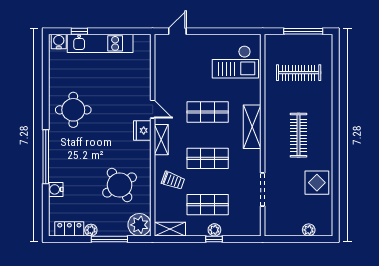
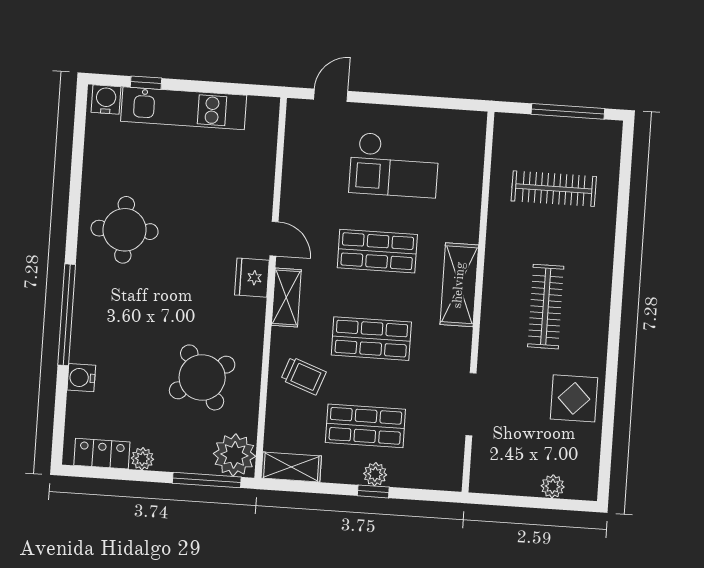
checkout: (235, 62) -> (394, 165), moved
window: (109, 239) -> (207, 480), moved

